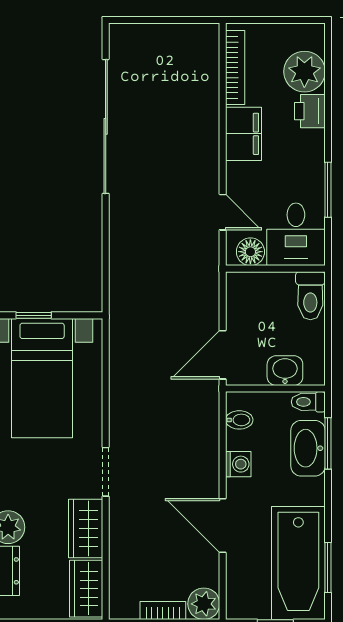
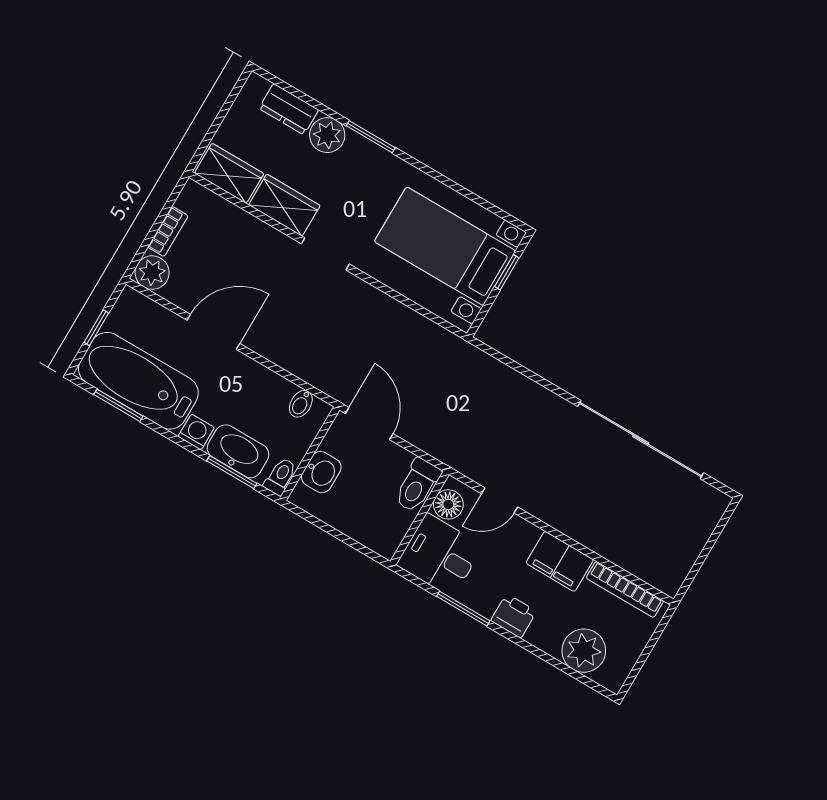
printer: (310, 111) -> (514, 616), moved
toilet: (310, 296) -> (417, 485), moved, turned -90
washing machine: (238, 464) -> (196, 432), moved, turned 180

